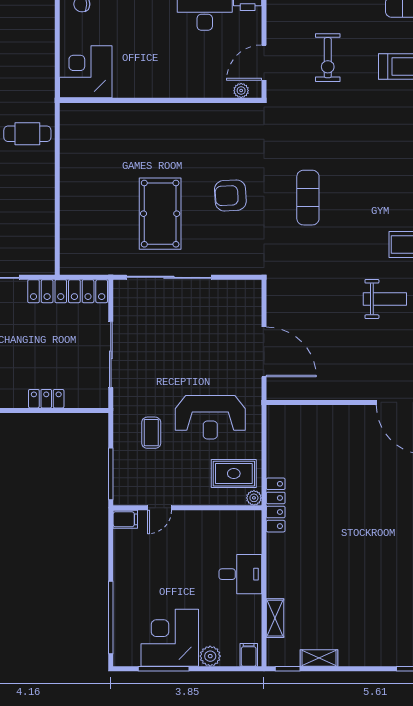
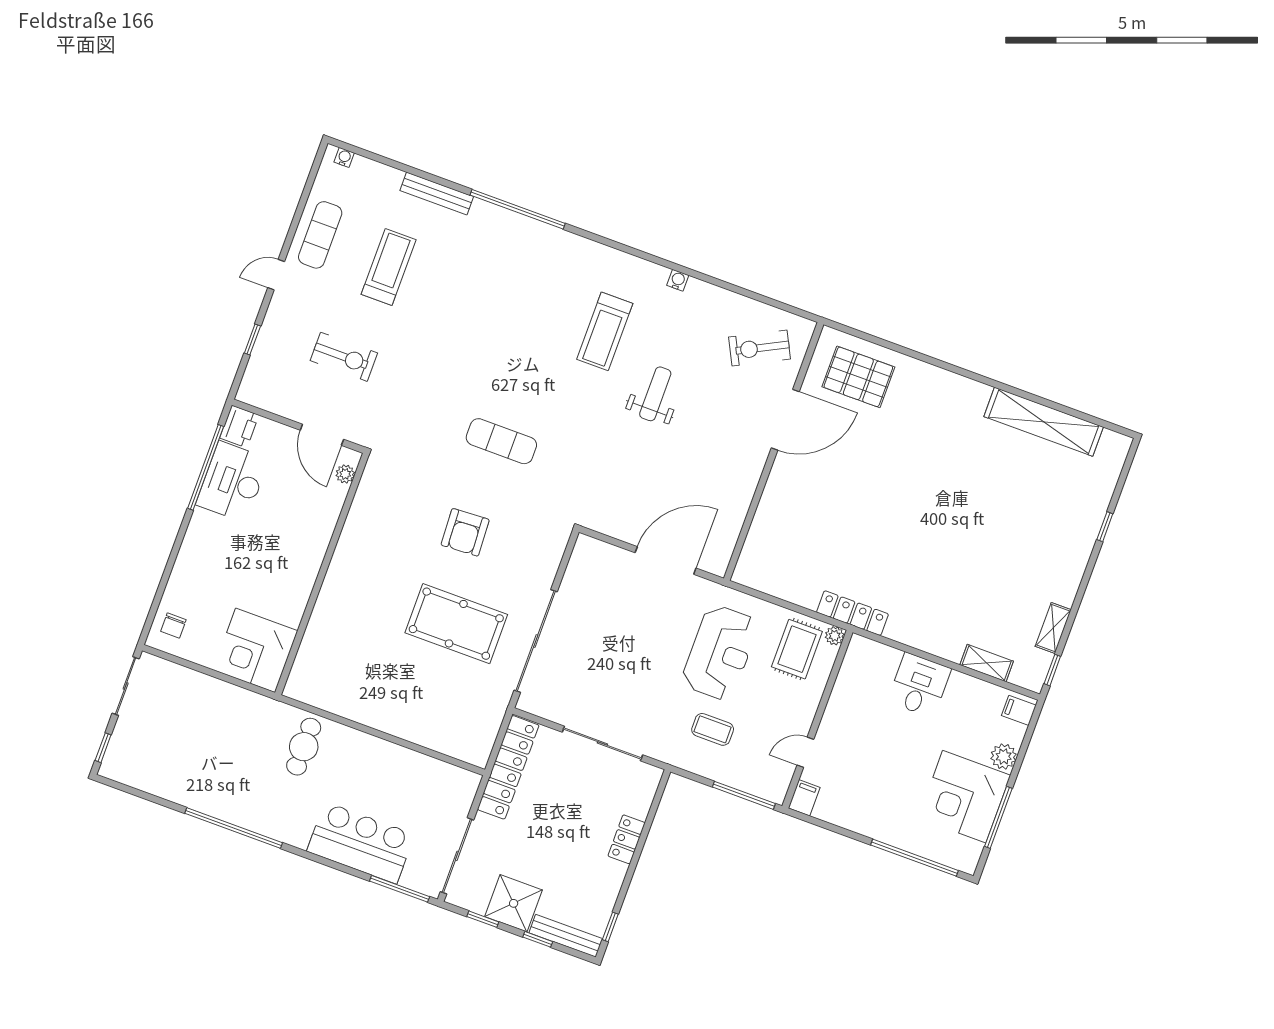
door: (160, 508) -> (805, 752), swing flipped

